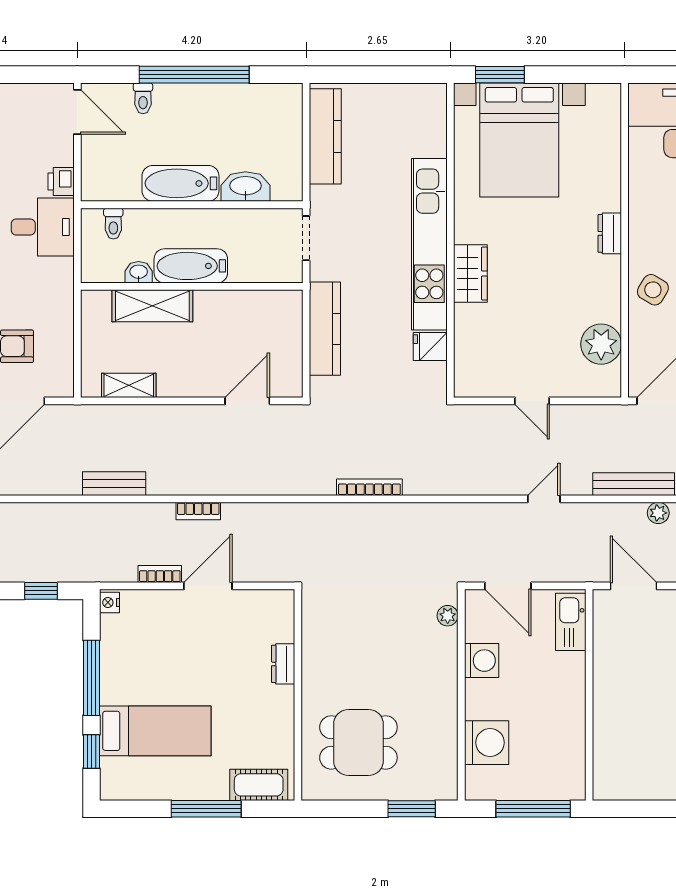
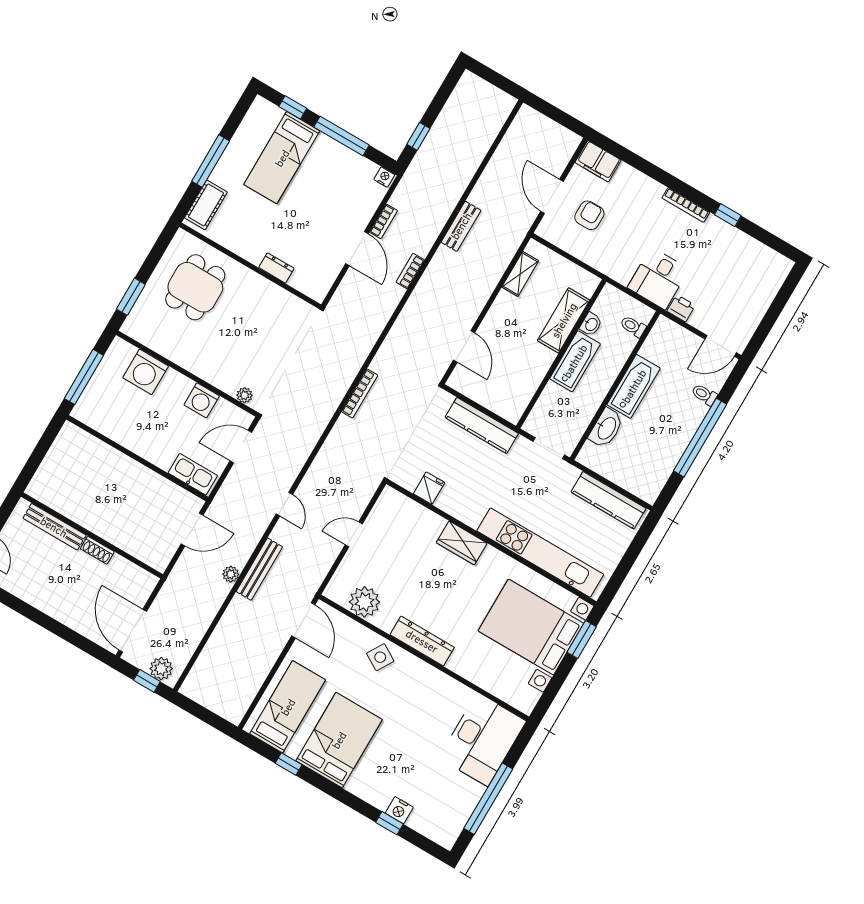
dresser: (610, 233) -> (422, 641), width x1.96, depth x1.24
kitchen unit: (429, 244) -> (540, 553), moved

